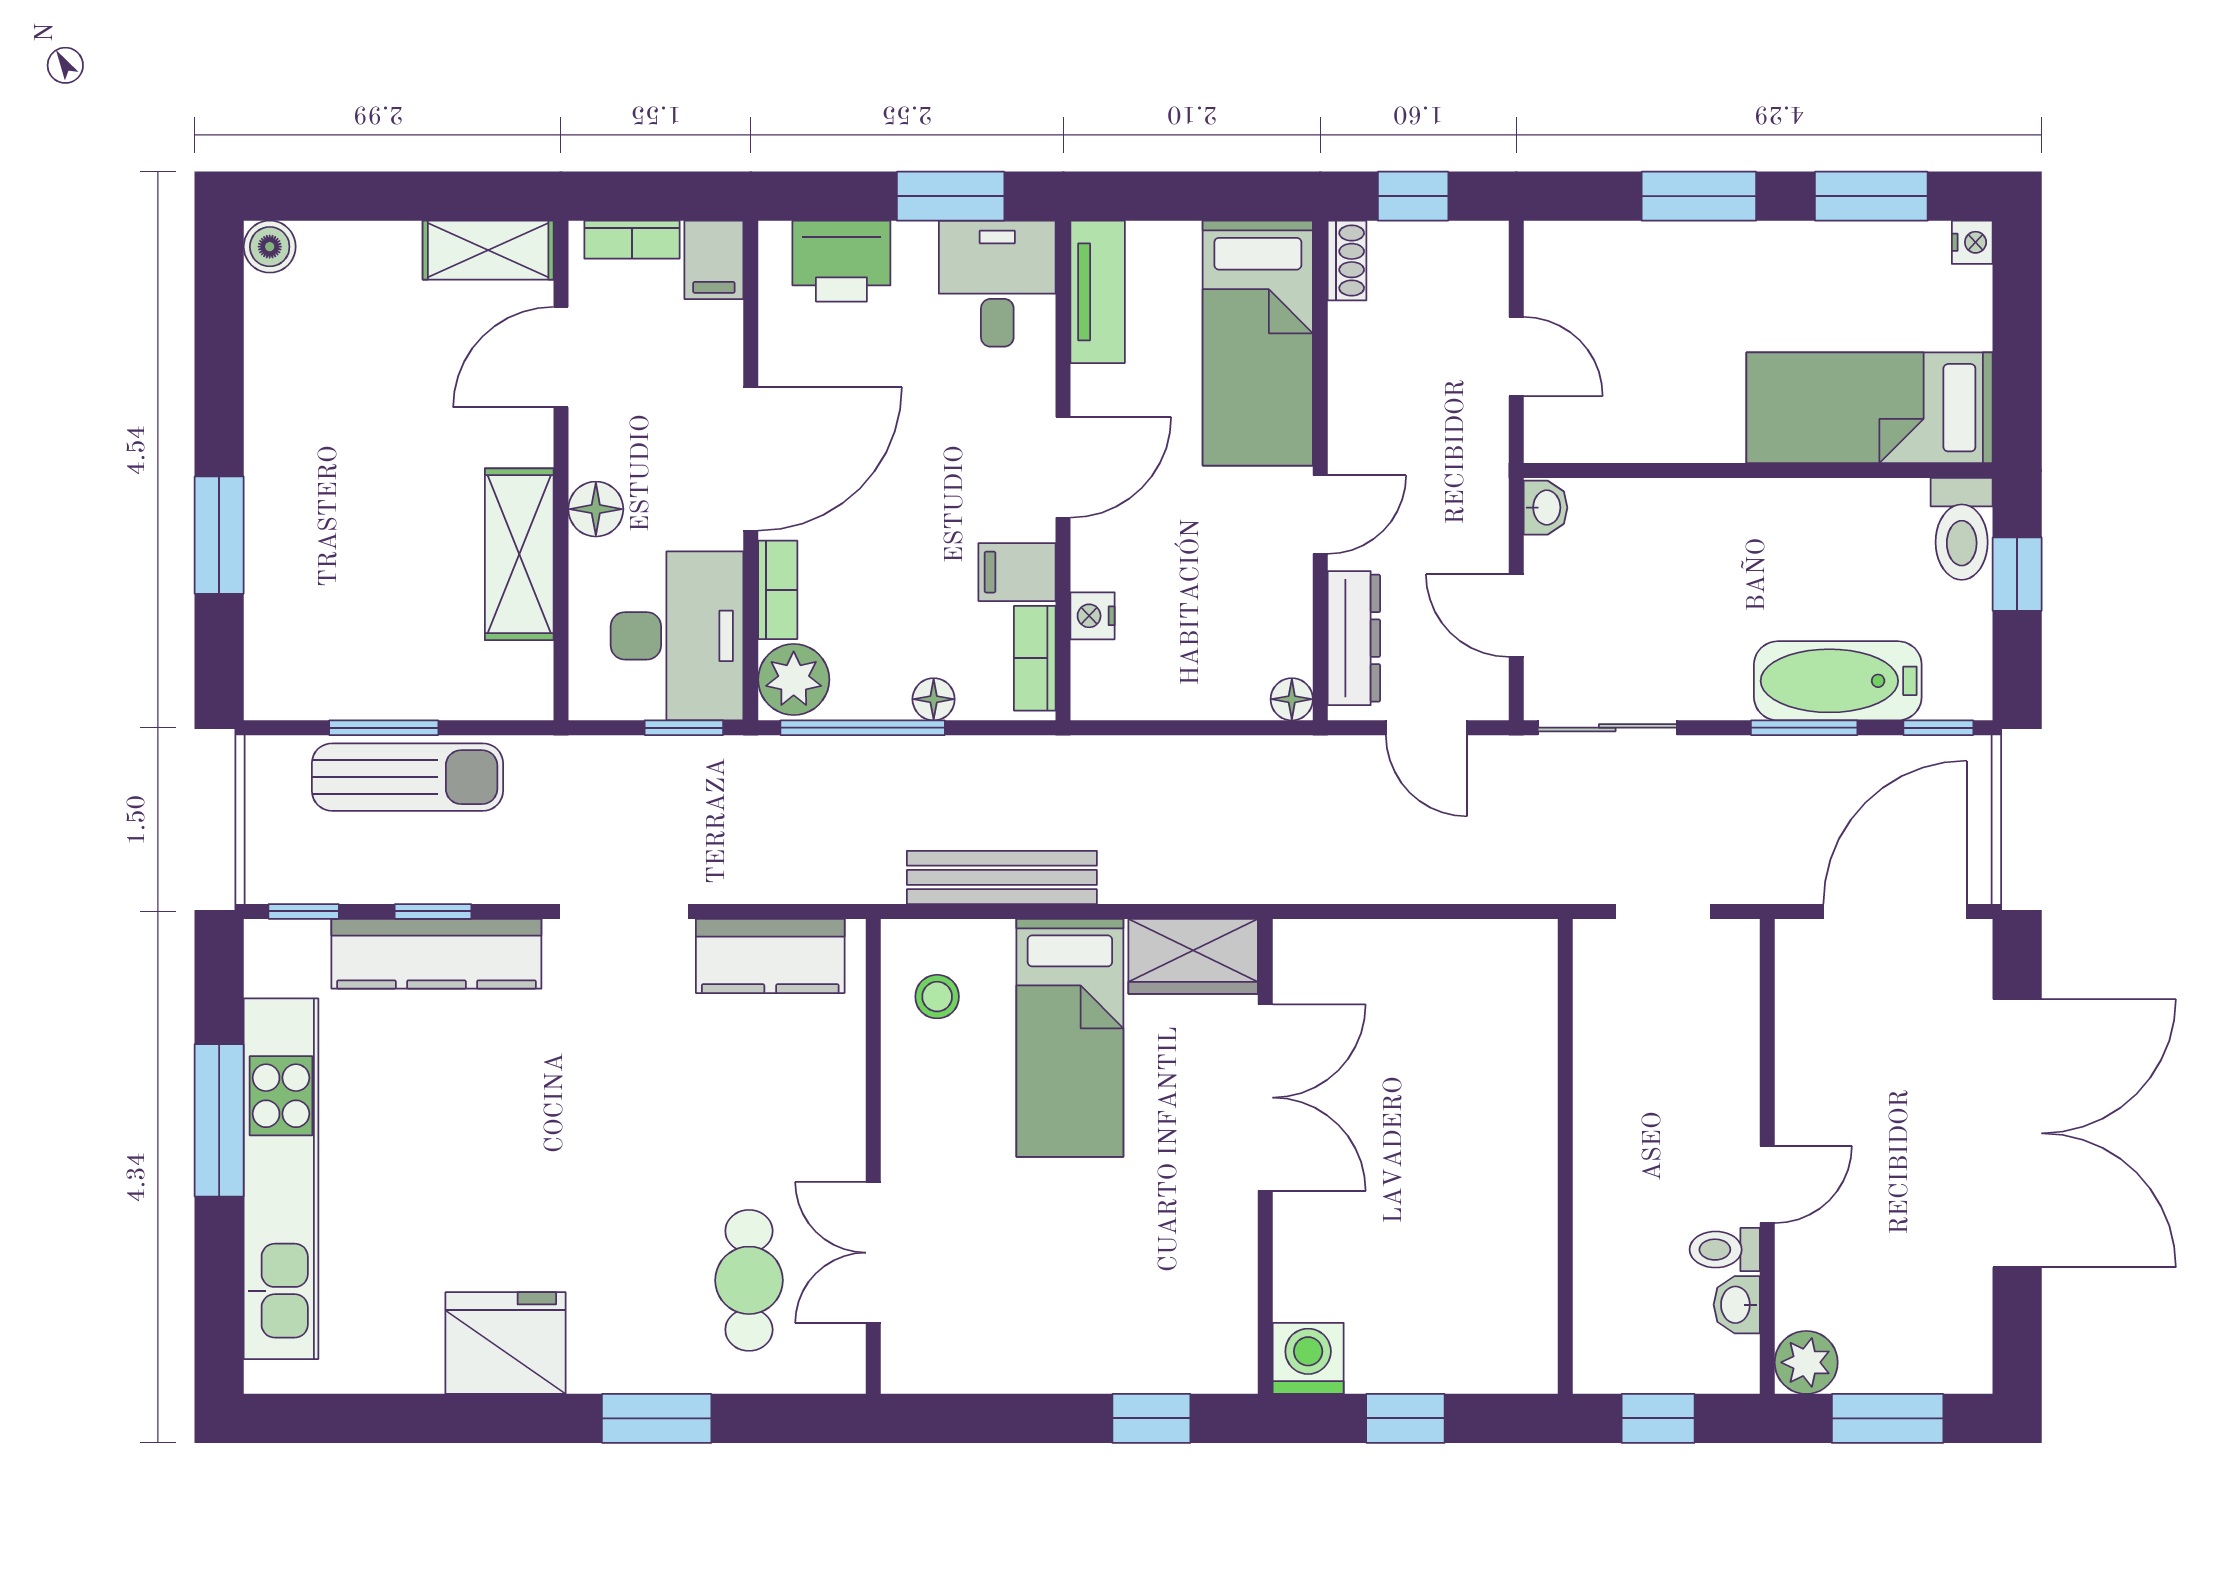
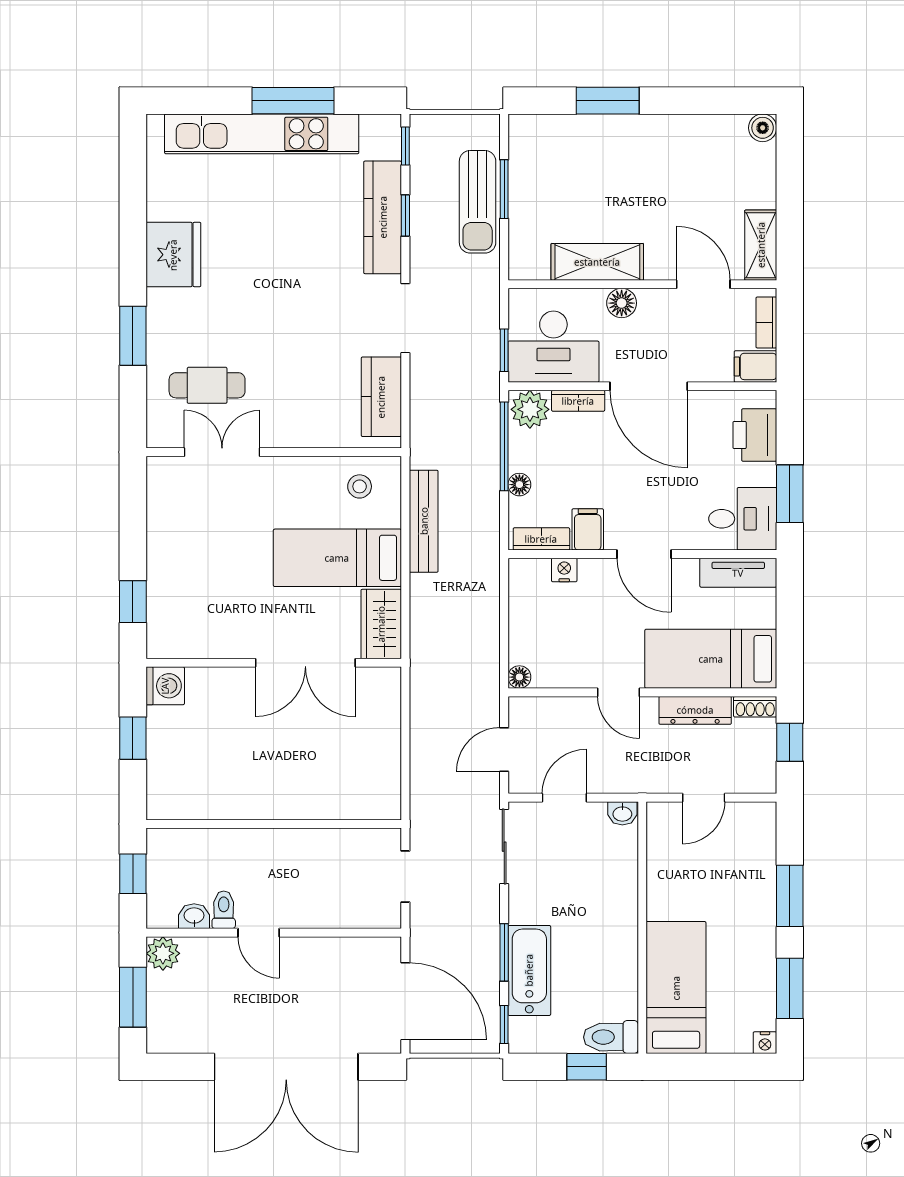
dresser: (1354, 638) -> (695, 710), moved

